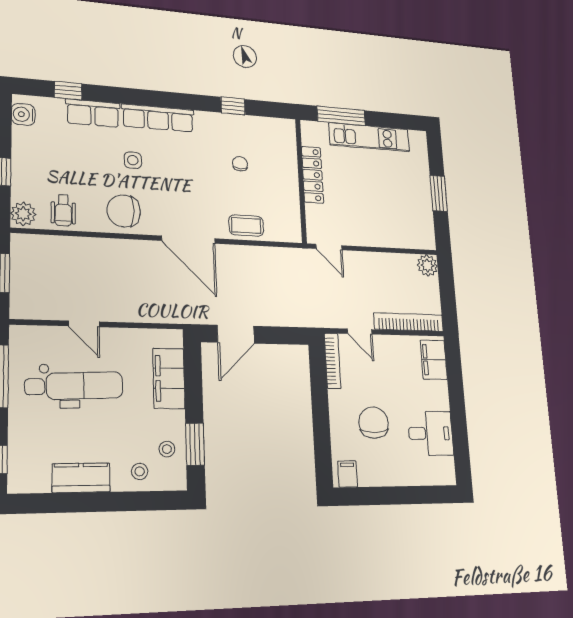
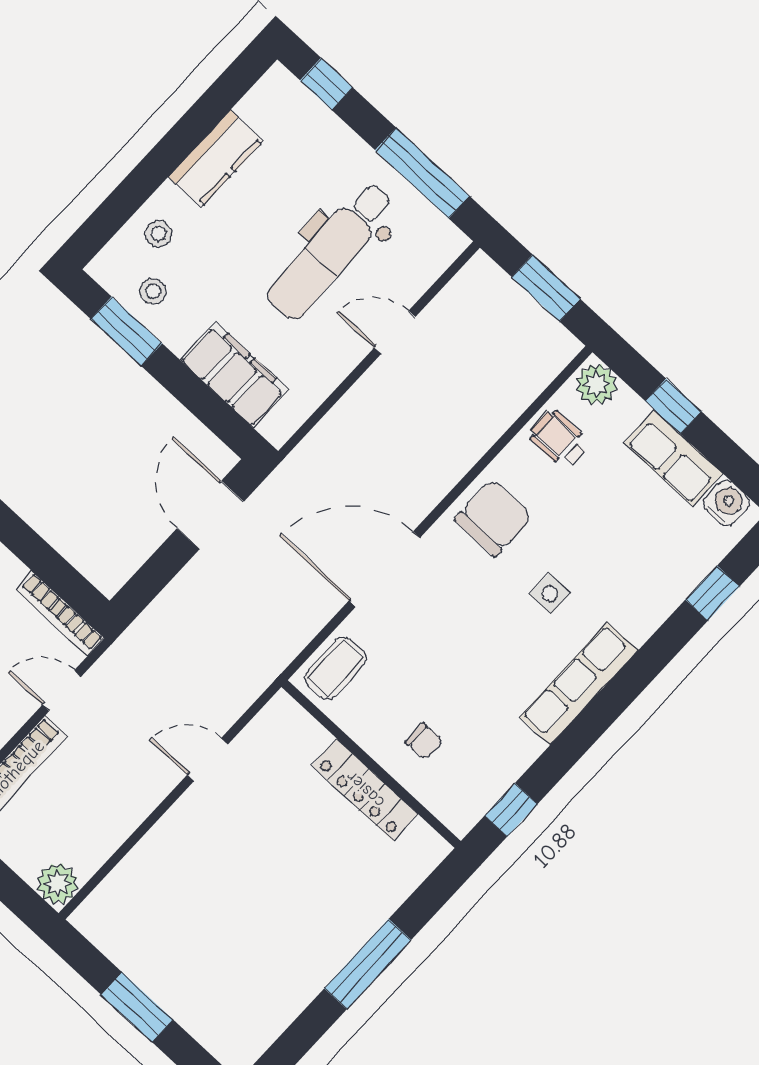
row of seats: (93, 113) -> (674, 458), moved, turned -90
kitchen unit: (369, 137) -> (303, 978), removed
locker: (313, 175) -> (365, 790), moved
wall: (301, 181) -> (371, 764), moved

